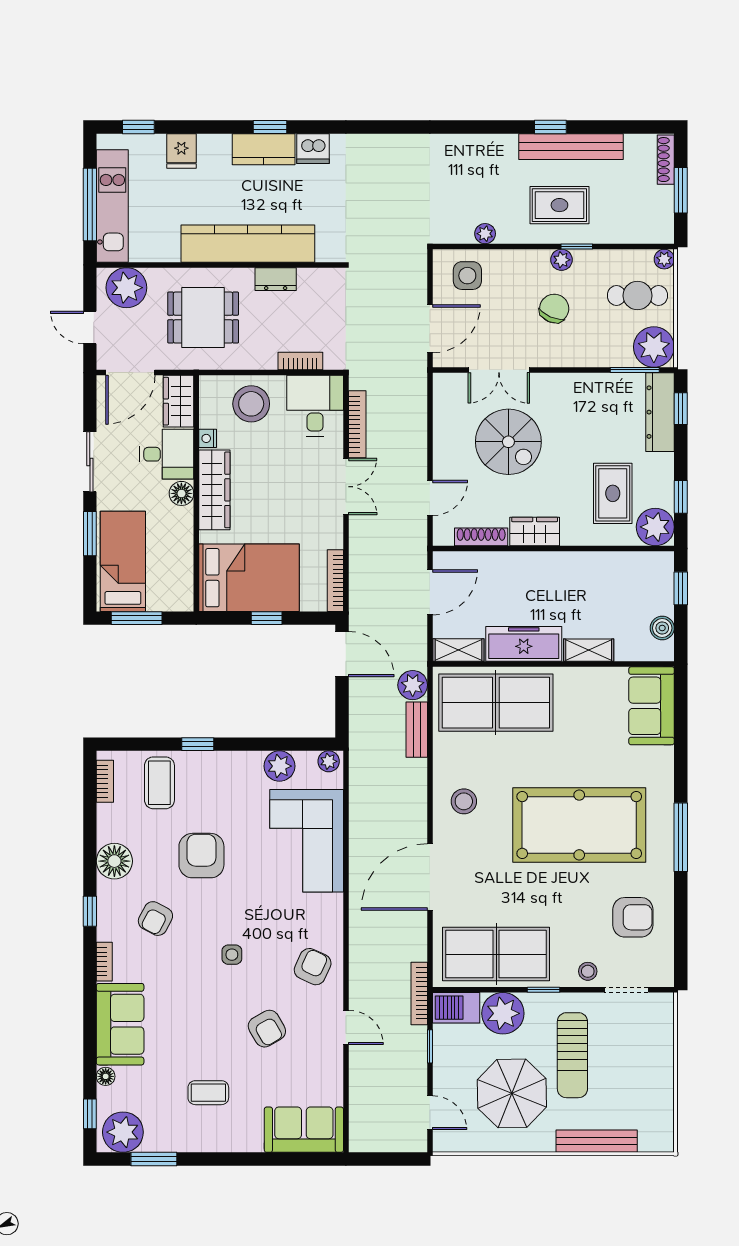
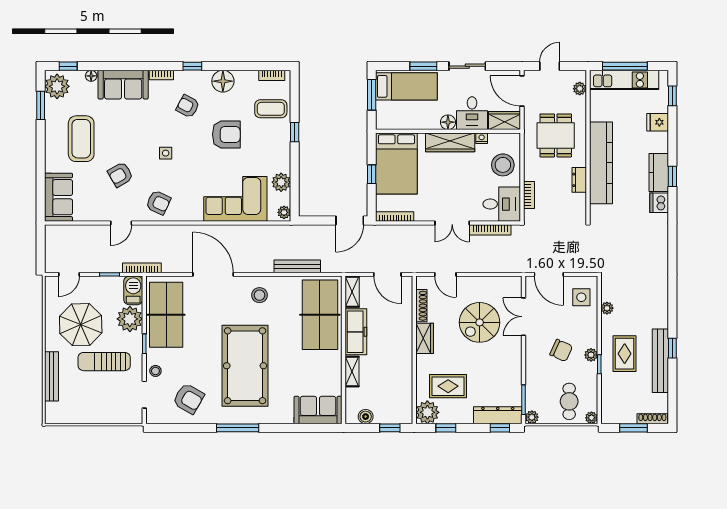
plant: (126, 288) -> (580, 89), width x0.53, depth x0.53
plant: (654, 347) -> (532, 417), width x0.53, depth x0.53
plant: (413, 685) -> (331, 264), removed
bench: (417, 730) -> (297, 266), width x1.36
armchair: (633, 917) -> (189, 399), turned -60
coffee table: (208, 1093) -> (81, 139), width x1.86, depth x1.72

